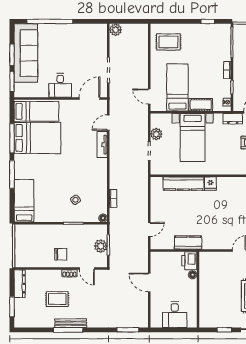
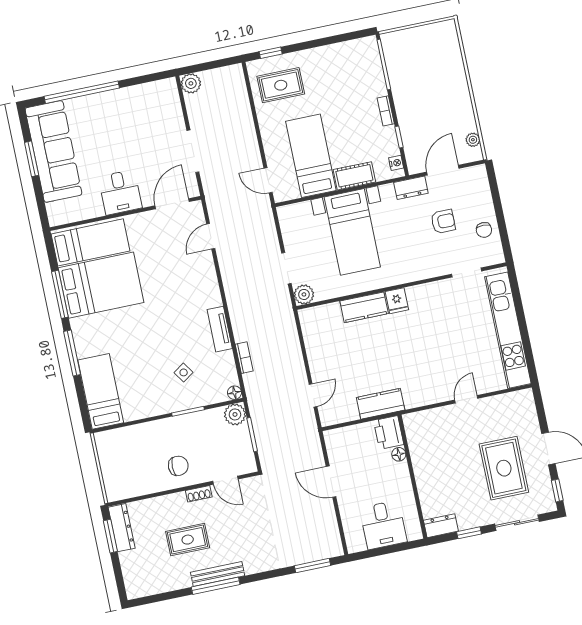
window: (208, 21) -> (271, 53), moved
window: (12, 81) -> (41, 202), removed
plant: (156, 134) -> (304, 294), moved
tv unit: (102, 145) -> (220, 329), moved
kitchen counter: (183, 184) -> (364, 307), width x0.67
plant: (101, 246) -> (235, 414), moved
window: (12, 307) -> (110, 536), moved
dresser: (209, 322) -> (441, 526), added

